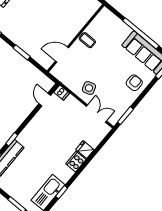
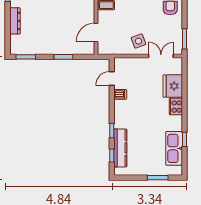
dishwasher: (62, 93) -> (120, 94), moved
door: (45, 100) -> (112, 79), hinge flipped
fridge: (85, 150) -> (173, 86), width x1.88, depth x1.34

